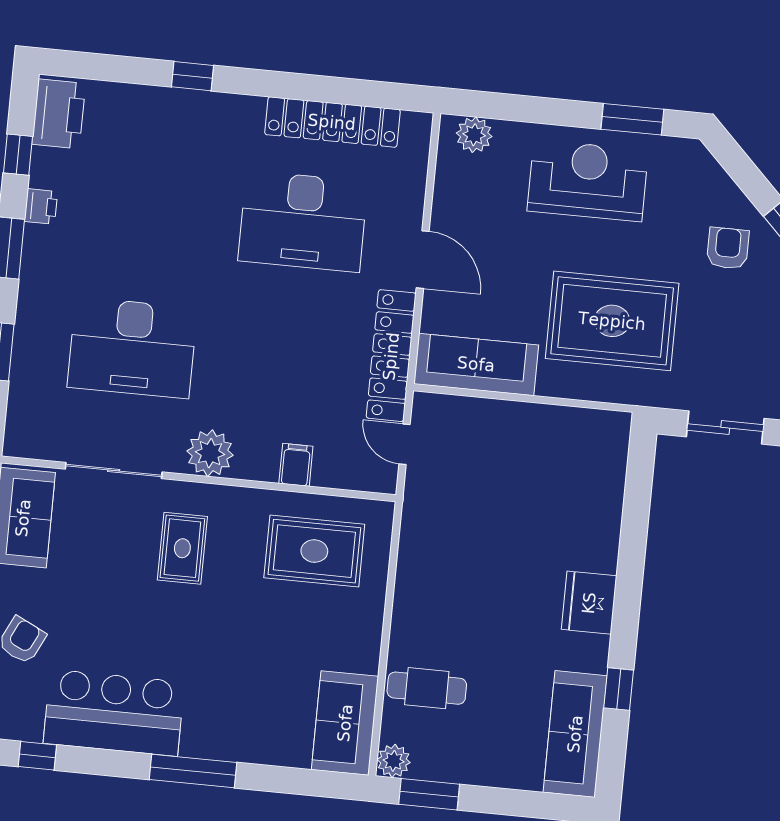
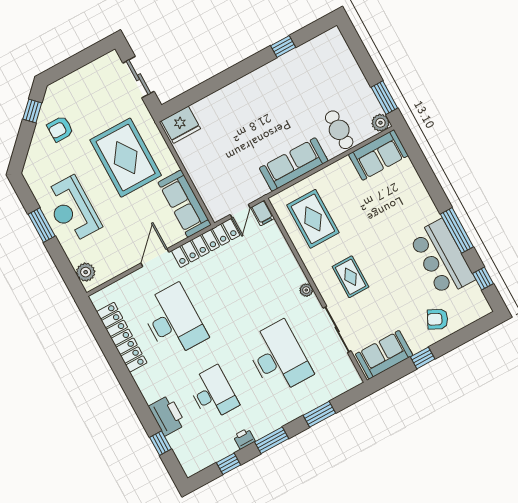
window: (192, 76) -> (160, 443), moved
printer: (59, 114) -> (167, 415), moved, turned 90
window: (632, 119) -> (42, 225), moved
desk: (146, 206) -> (213, 393), added
plant: (210, 453) -> (306, 290), width x0.53, depth x0.53
filing cabinet: (296, 465) -> (263, 213), moved, turned -90
rug: (182, 548) -> (351, 277), turned 90
fridge: (589, 603) -> (181, 125), moved
sofa: (575, 734) -> (294, 165), moved, turned 180
window: (193, 771) -> (457, 230), moved

